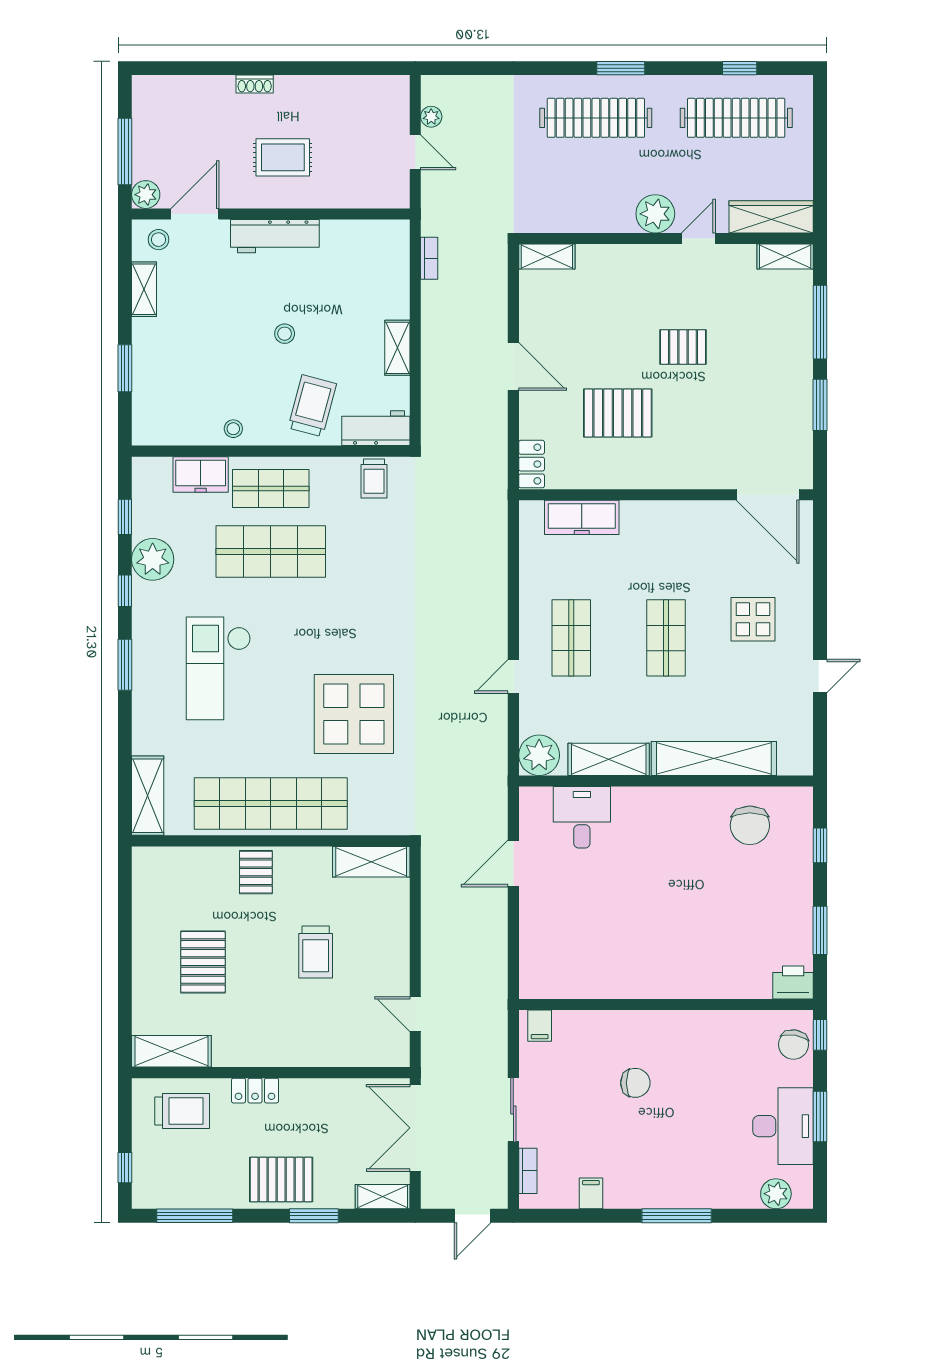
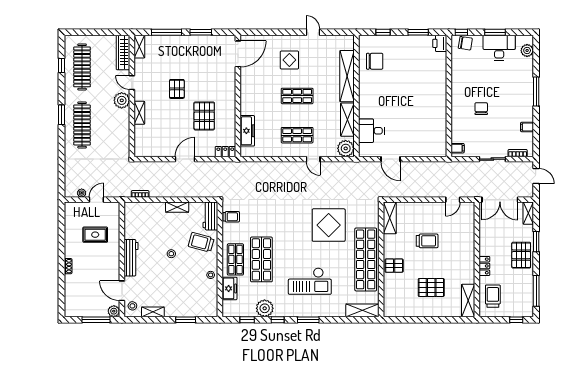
rug: (283, 157) -> (95, 235), moved, turned 90
shelving: (547, 257) -> (139, 113), moved

